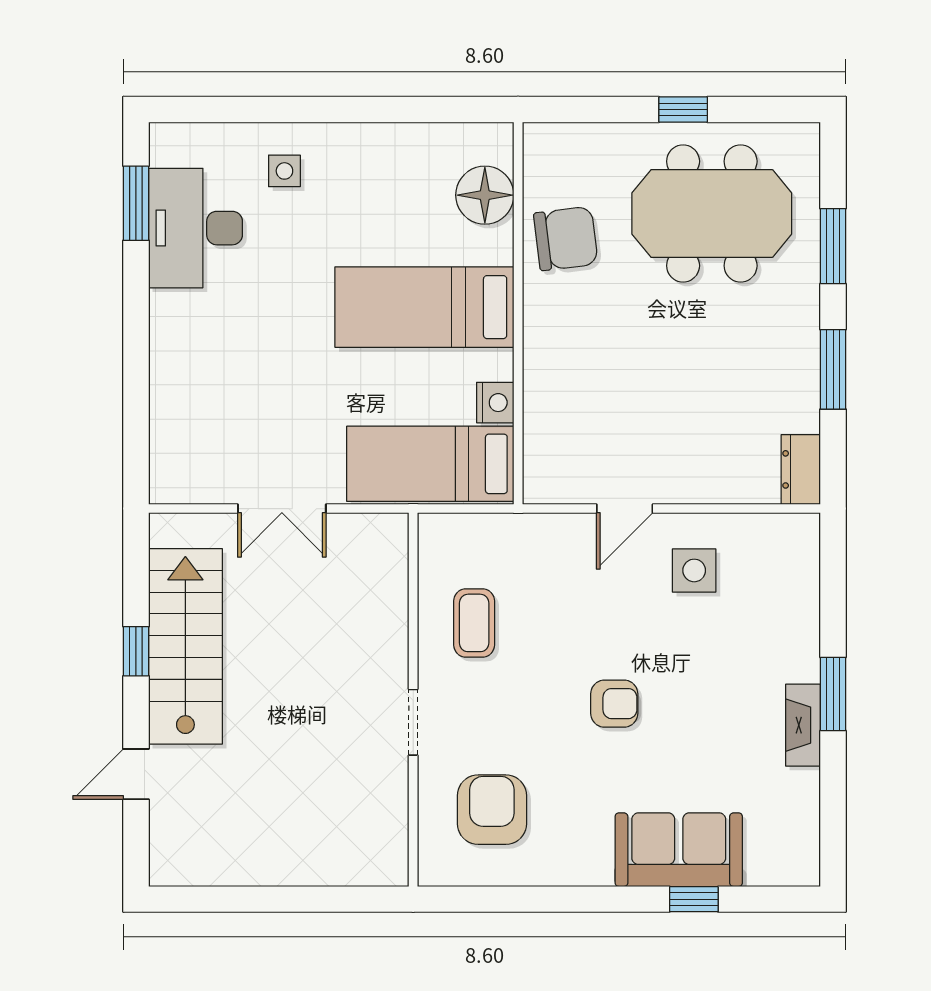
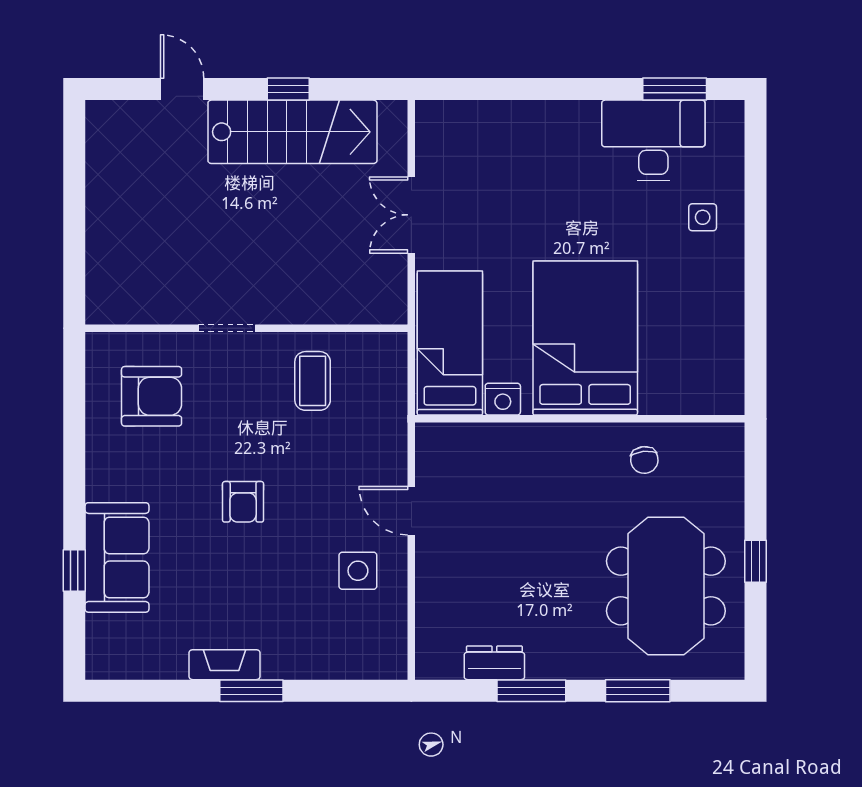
floor lamp: (485, 195) -> (682, 390), removed
chair: (566, 239) -> (644, 460), width x0.54, depth x0.54
bed: (424, 307) -> (585, 338), width x1.50
dresser: (801, 469) -> (494, 663), moved
coffee table: (474, 623) -> (313, 381), turned 90

